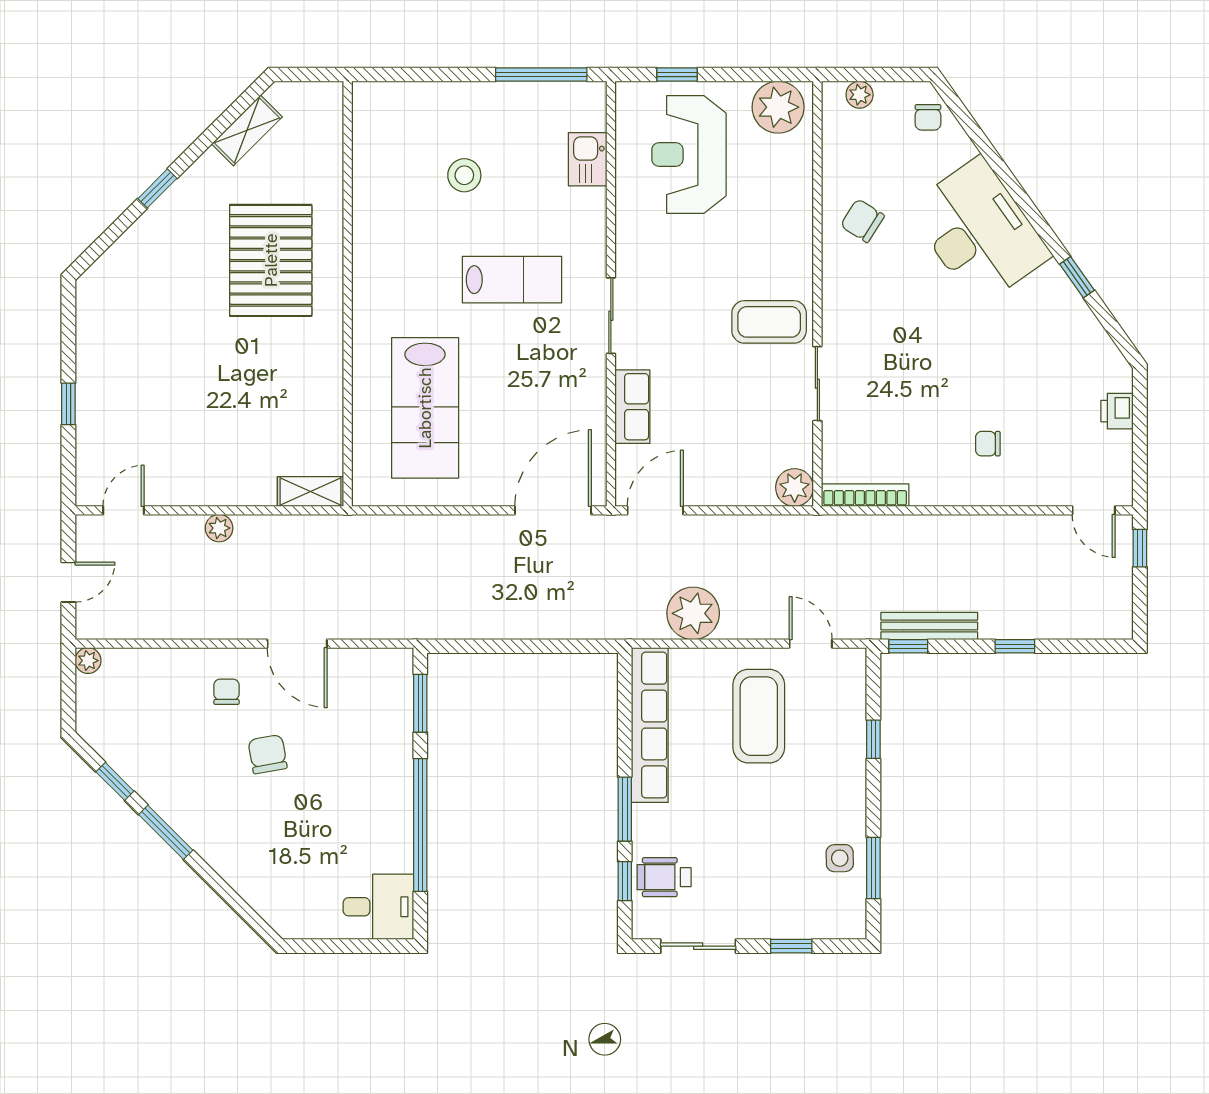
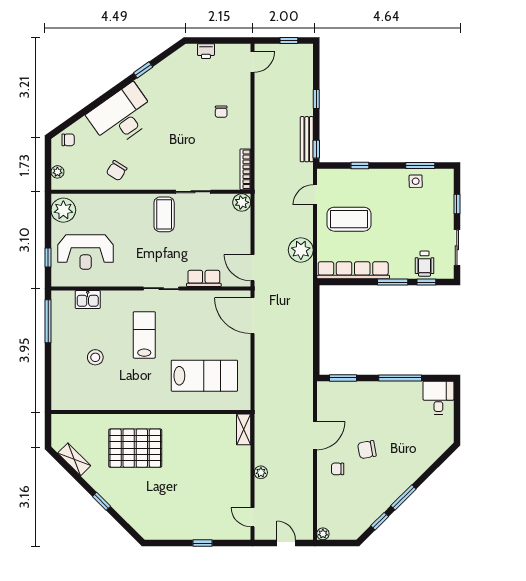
window: (1140, 548) -> (289, 40), moved
window: (420, 825) -> (400, 378), width x0.68

